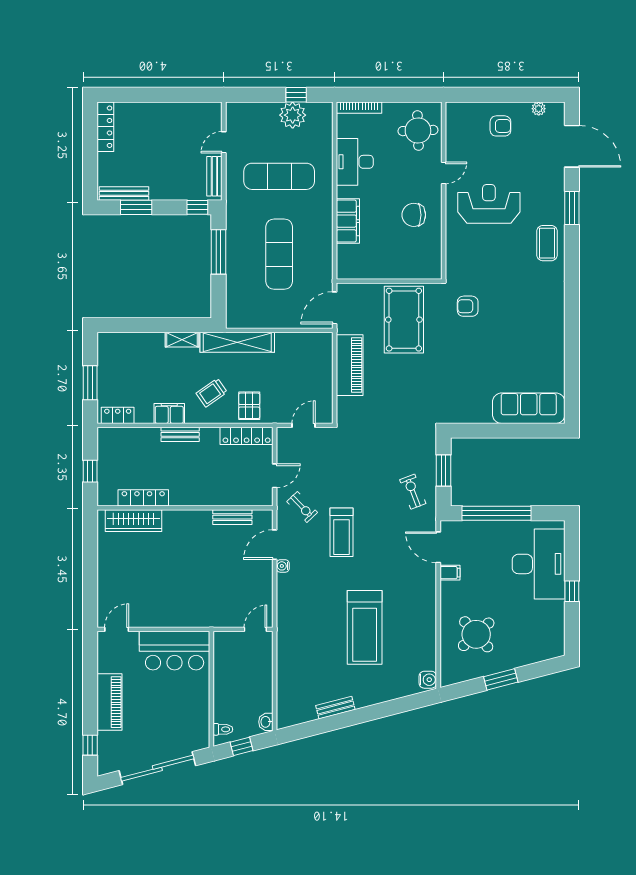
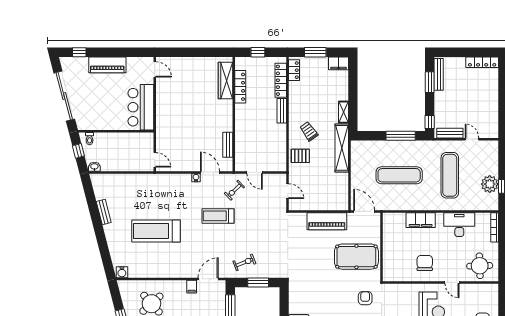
filing cabinet: (169, 413) -> (338, 63), moved, turned 90
locker: (247, 436) -> (281, 80), moved

